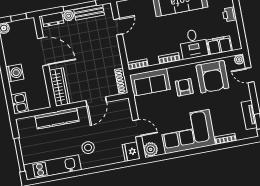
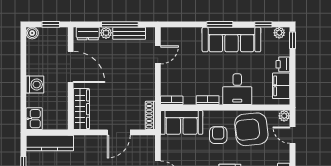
filing cabinet: (220, 45) -> (281, 86), moved, turned -90
armchair: (212, 77) -> (251, 129), turned 84
kitchen counter: (57, 118) -> (50, 143), moved

